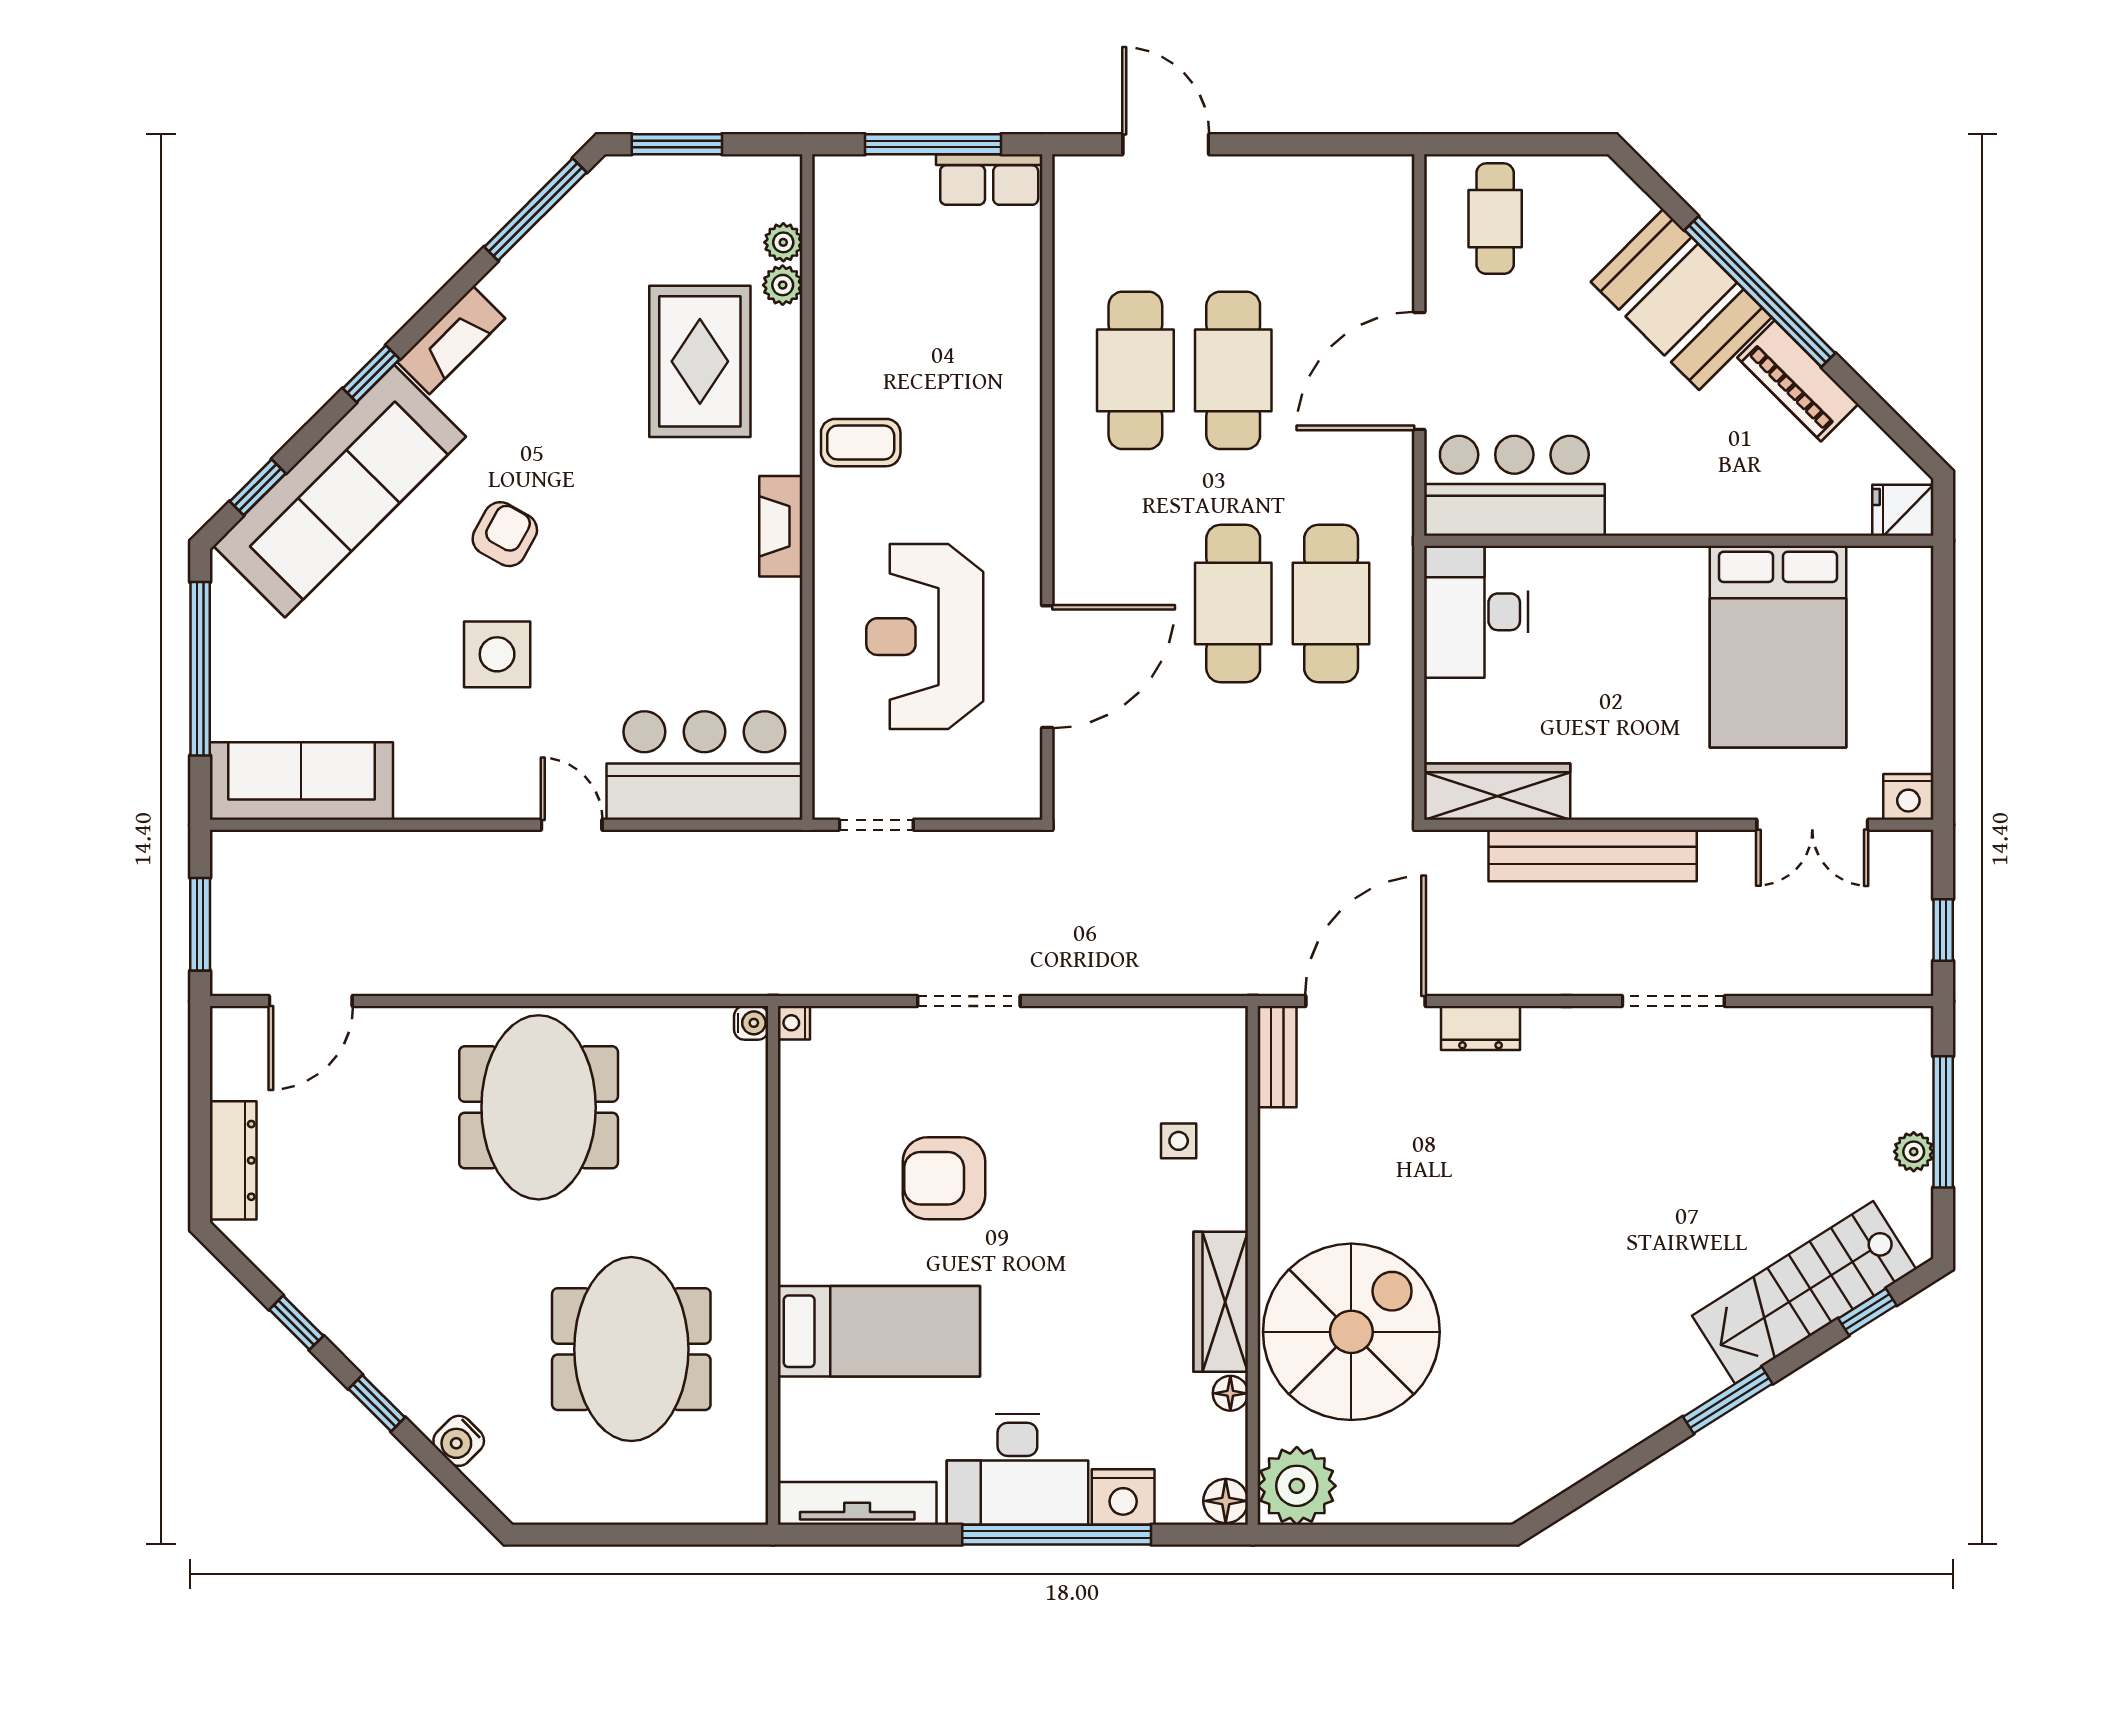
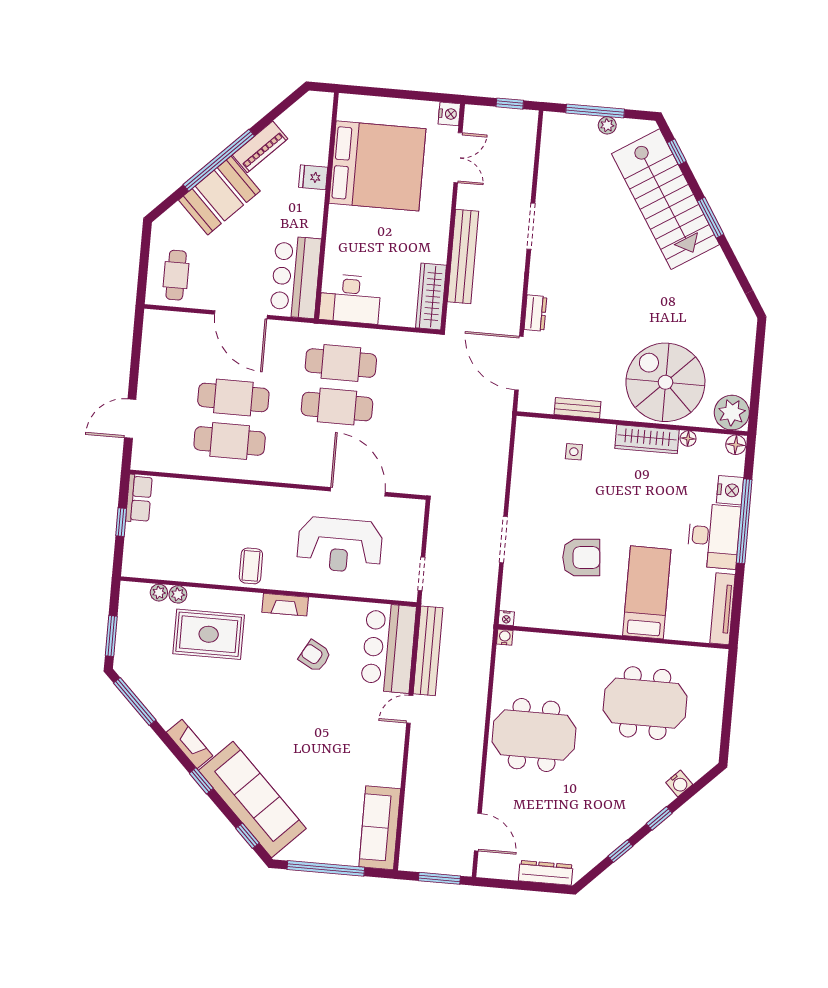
window: (933, 144) -> (121, 522), width x0.46
cafe table: (1495, 219) -> (176, 275), turned 90
fridge: (1903, 510) -> (313, 177), moved, turned 90
armchair: (505, 534) -> (315, 656), moved
bed: (1778, 647) -> (377, 166), width x1.36
side table: (497, 654) -> (331, 736), removed
bench: (706, 854) -> (428, 651), added
bench: (1277, 1057) -> (577, 408), moved
armchair: (944, 1178) -> (581, 557), turned -95
stairs: (1804, 1292) -> (665, 199), width x1.36, depth x1.51

